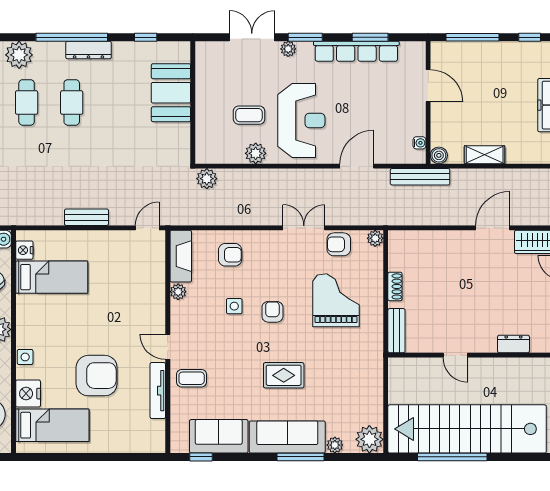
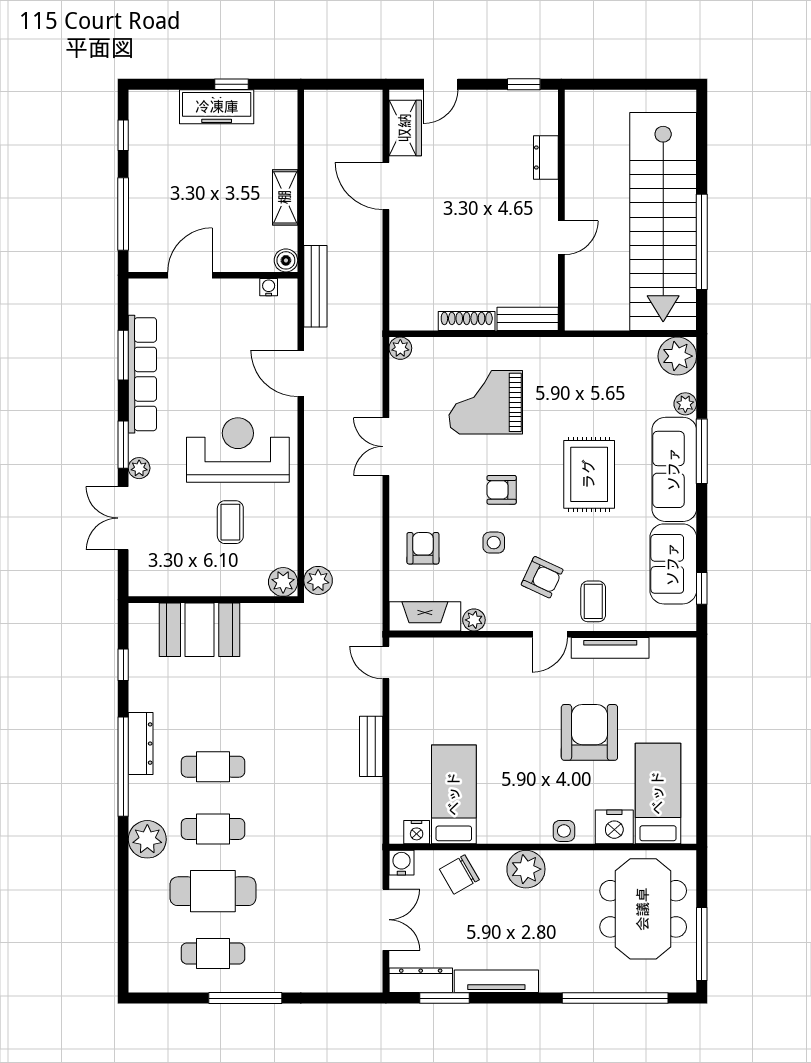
plant: (256, 153) -> (283, 582), moved
armchair: (339, 244) -> (542, 577), moved, turned -65
shoe rack: (395, 286) -> (467, 321), width x1.43
rug: (284, 375) -> (589, 474), width x1.36, depth x1.43

